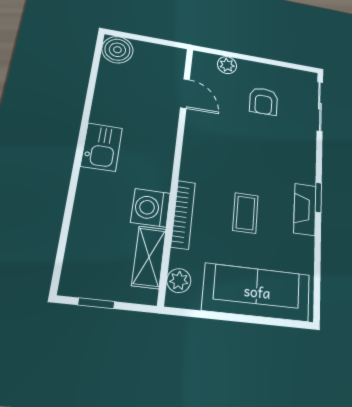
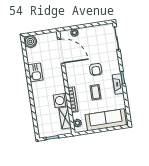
door: (185, 94) -> (61, 51), width x1.88
armchair: (264, 101) -> (96, 69), moved
kitchen sink: (102, 147) -> (35, 72), moved

